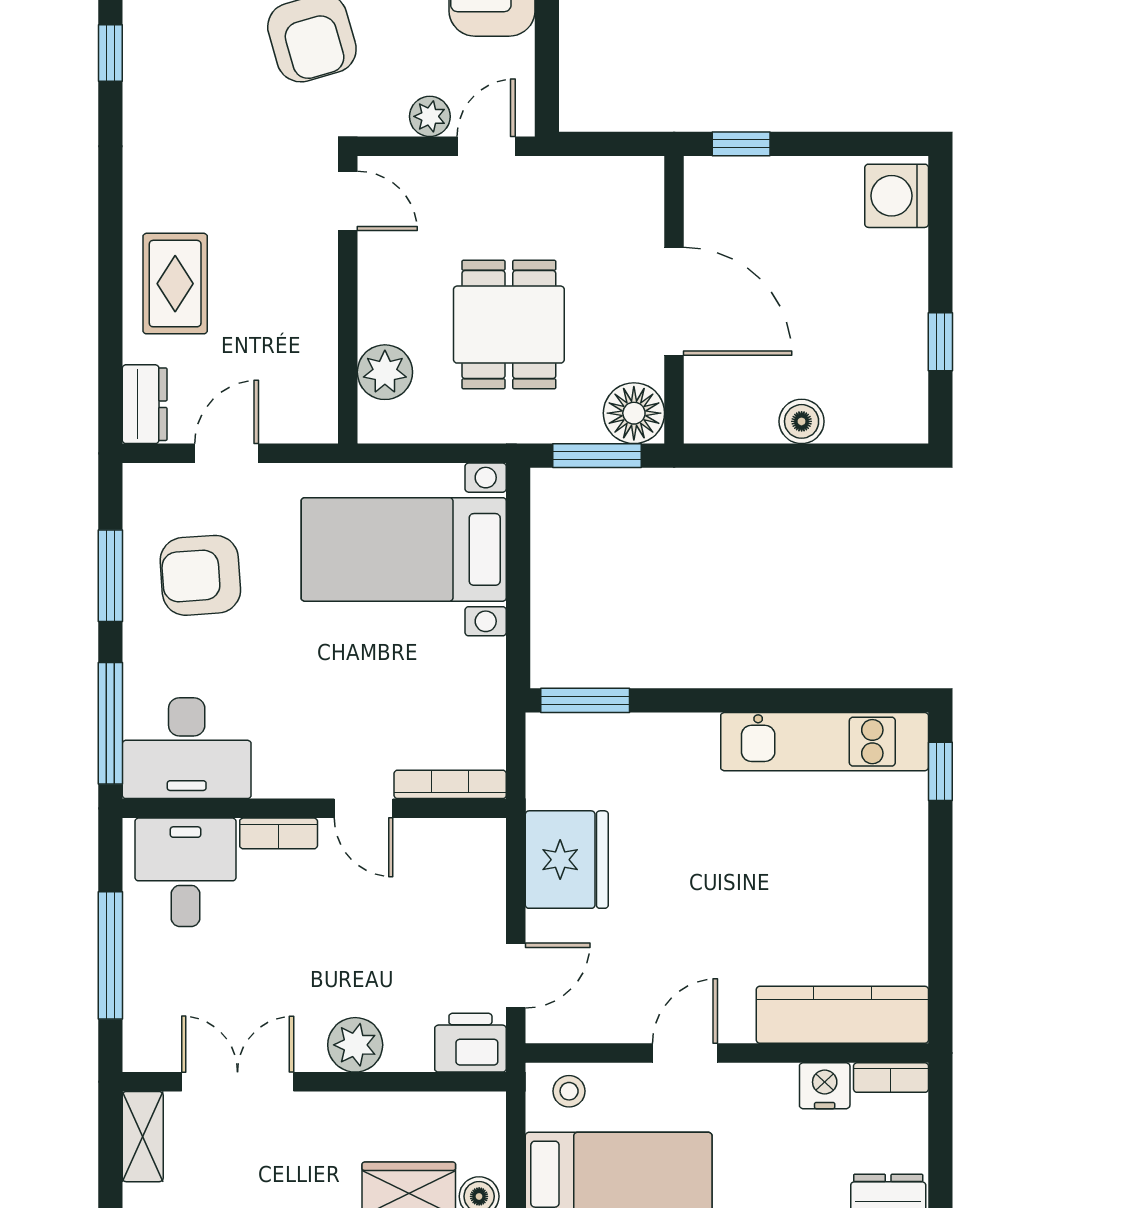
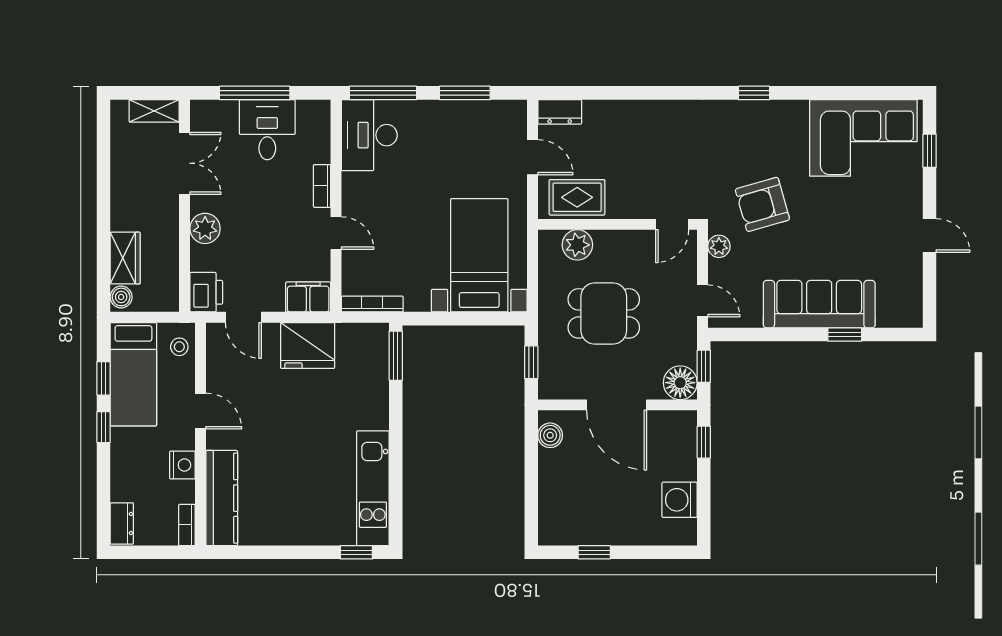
plant: (430, 116) -> (719, 246), moved
window: (604, 144) -> (704, 366), added
washing machine: (897, 196) -> (680, 500), moved, turned -90
rug: (175, 284) -> (577, 197), moved
door: (674, 301) -> (617, 405), hinge flipped
floor lamp: (634, 413) -> (680, 383), moved
boiler: (802, 421) -> (550, 435), moved
window: (597, 456) -> (531, 362), width x0.67
armchair: (200, 575) -> (465, 143), removed
bookcase: (450, 784) -> (372, 304), moved, turned -90
door: (364, 808) -> (336, 233), swing flipped
filing cabinet: (479, 859) -> (308, 297), added
desk: (186, 872) -> (267, 130), moved, turned -90
nightstand: (825, 1086) -> (182, 465), moved

